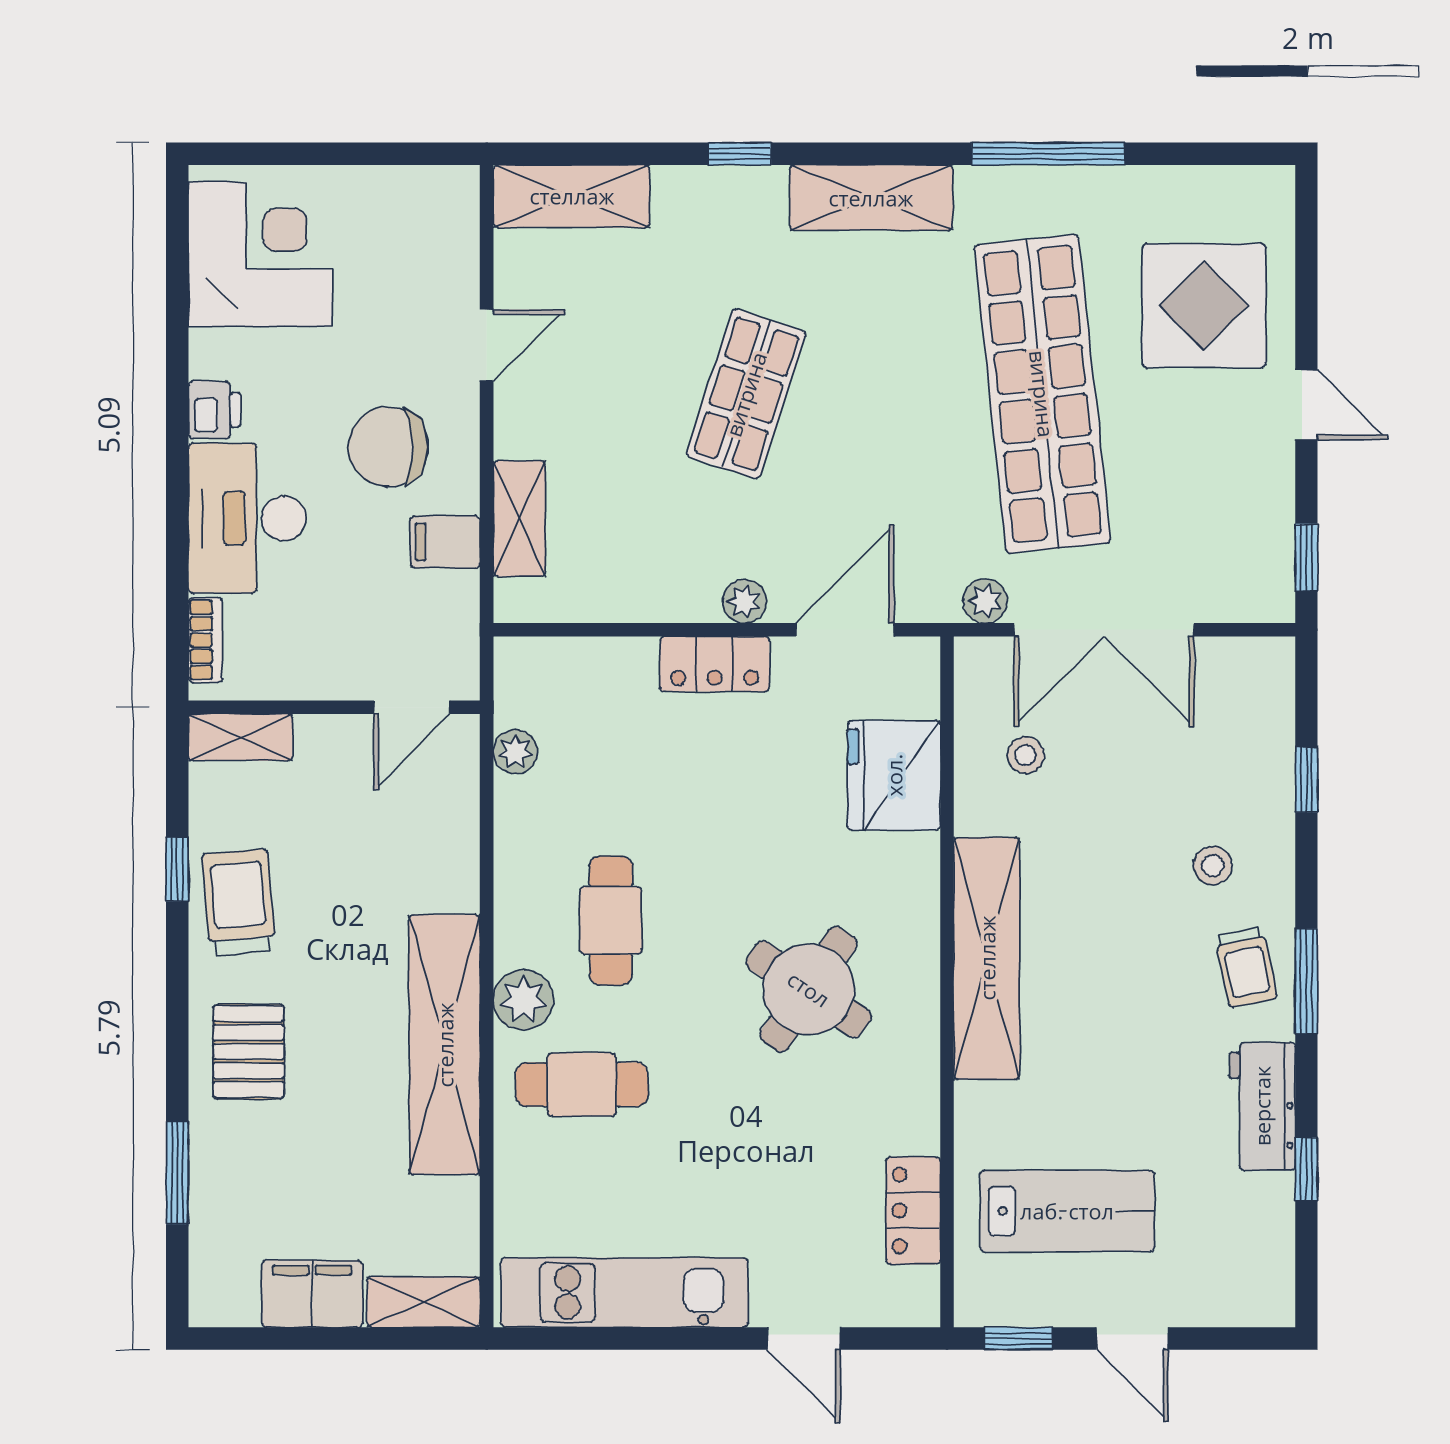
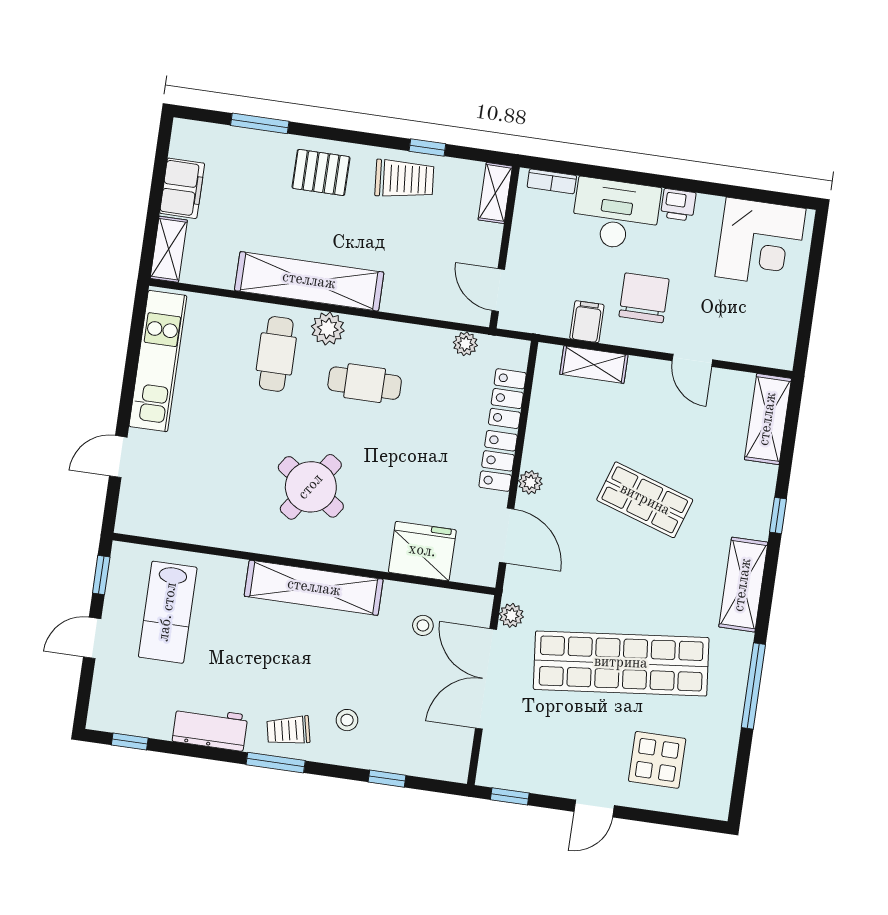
display table: (1204, 306) -> (657, 760), width x0.73, depth x0.73
window: (1306, 1169) -> (130, 742), moved
locker: (913, 1211) -> (507, 399), moved, turned -90

